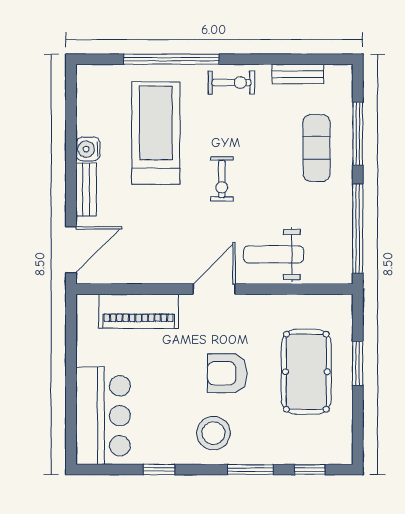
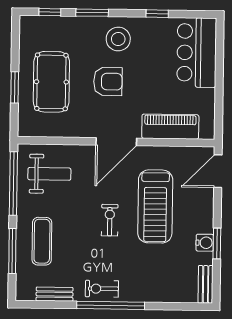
window: (172, 59) -> (111, 305), moved
treadmill: (156, 133) -> (155, 206), moved
window: (71, 148) -> (217, 244), added
bench: (86, 190) -> (206, 284), moved
weight bench: (274, 254) -> (49, 174), moved
door: (214, 289) -> (116, 142), width x1.36

